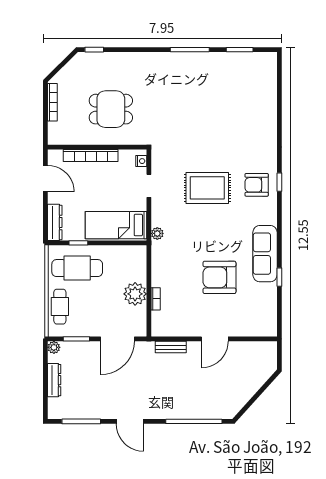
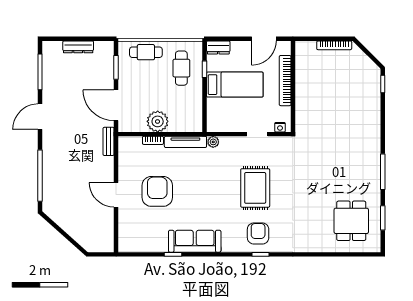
dining table: (111, 109) -> (351, 221), moved
dresser: (55, 222) -> (218, 47), width x0.70
bed: (116, 225) -> (235, 85), moved, turned 90
tv unit: (157, 264) -> (185, 142), added
cafe table: (77, 268) -> (181, 68), width x0.73, depth x0.74
armchair: (219, 277) -> (157, 191), moved
plant: (54, 347) -> (108, 47), removed
bench: (171, 347) -> (109, 141), moved

